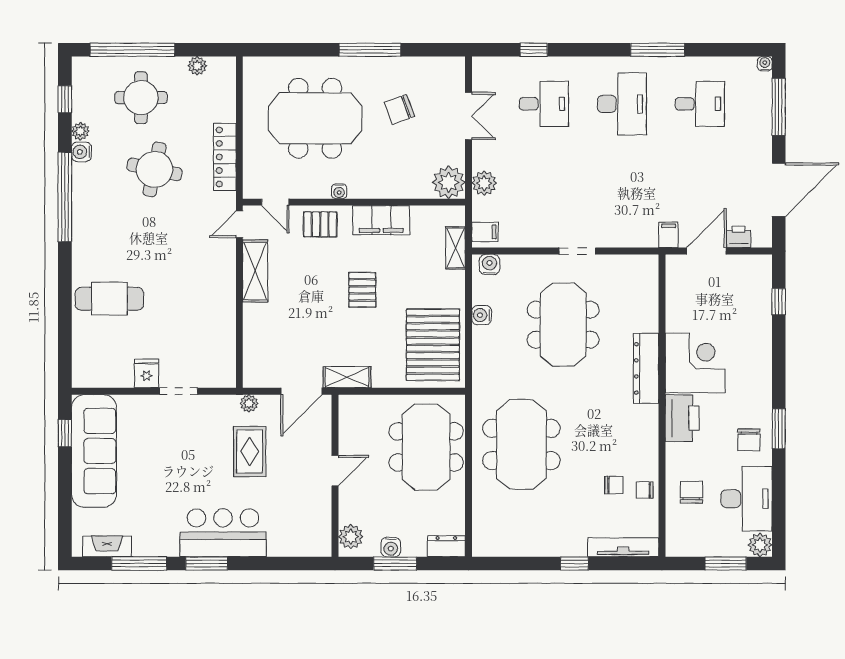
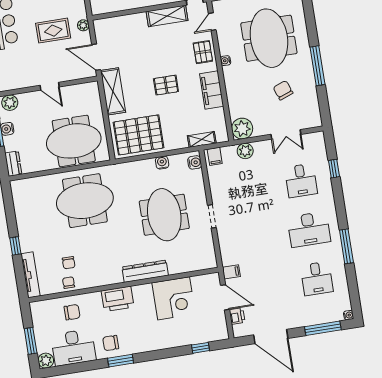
meeting table: (563, 325) -> (164, 215), turned 90
corner desk: (695, 363) -> (174, 298), moved
shelving: (347, 377) -> (113, 91), width x1.50, depth x1.33

